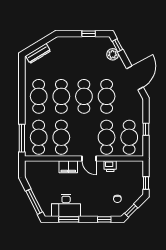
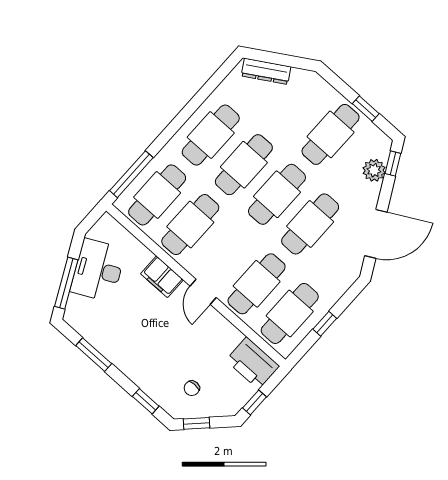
cafe table: (84, 55) -> (331, 134), added
printer: (110, 166) -> (253, 363), moved, width x1.87, depth x1.48
desk: (66, 205) -> (98, 270), moved, turned 63

